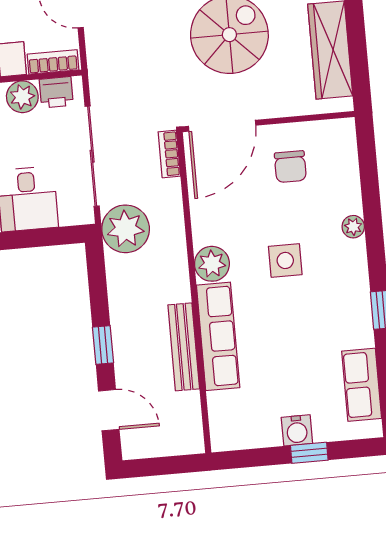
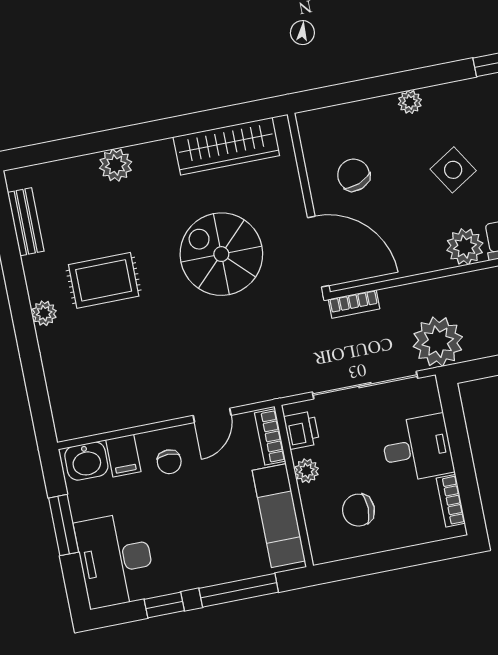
plant: (22, 97) -> (307, 471), width x0.73, depth x0.73
chair: (290, 167) -> (354, 175), turned -111
side table: (285, 260) -> (453, 170), turned -32

